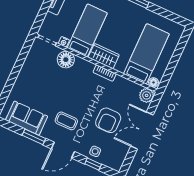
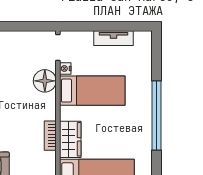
wardrobe: (104, 56) -> (70, 139), moved

